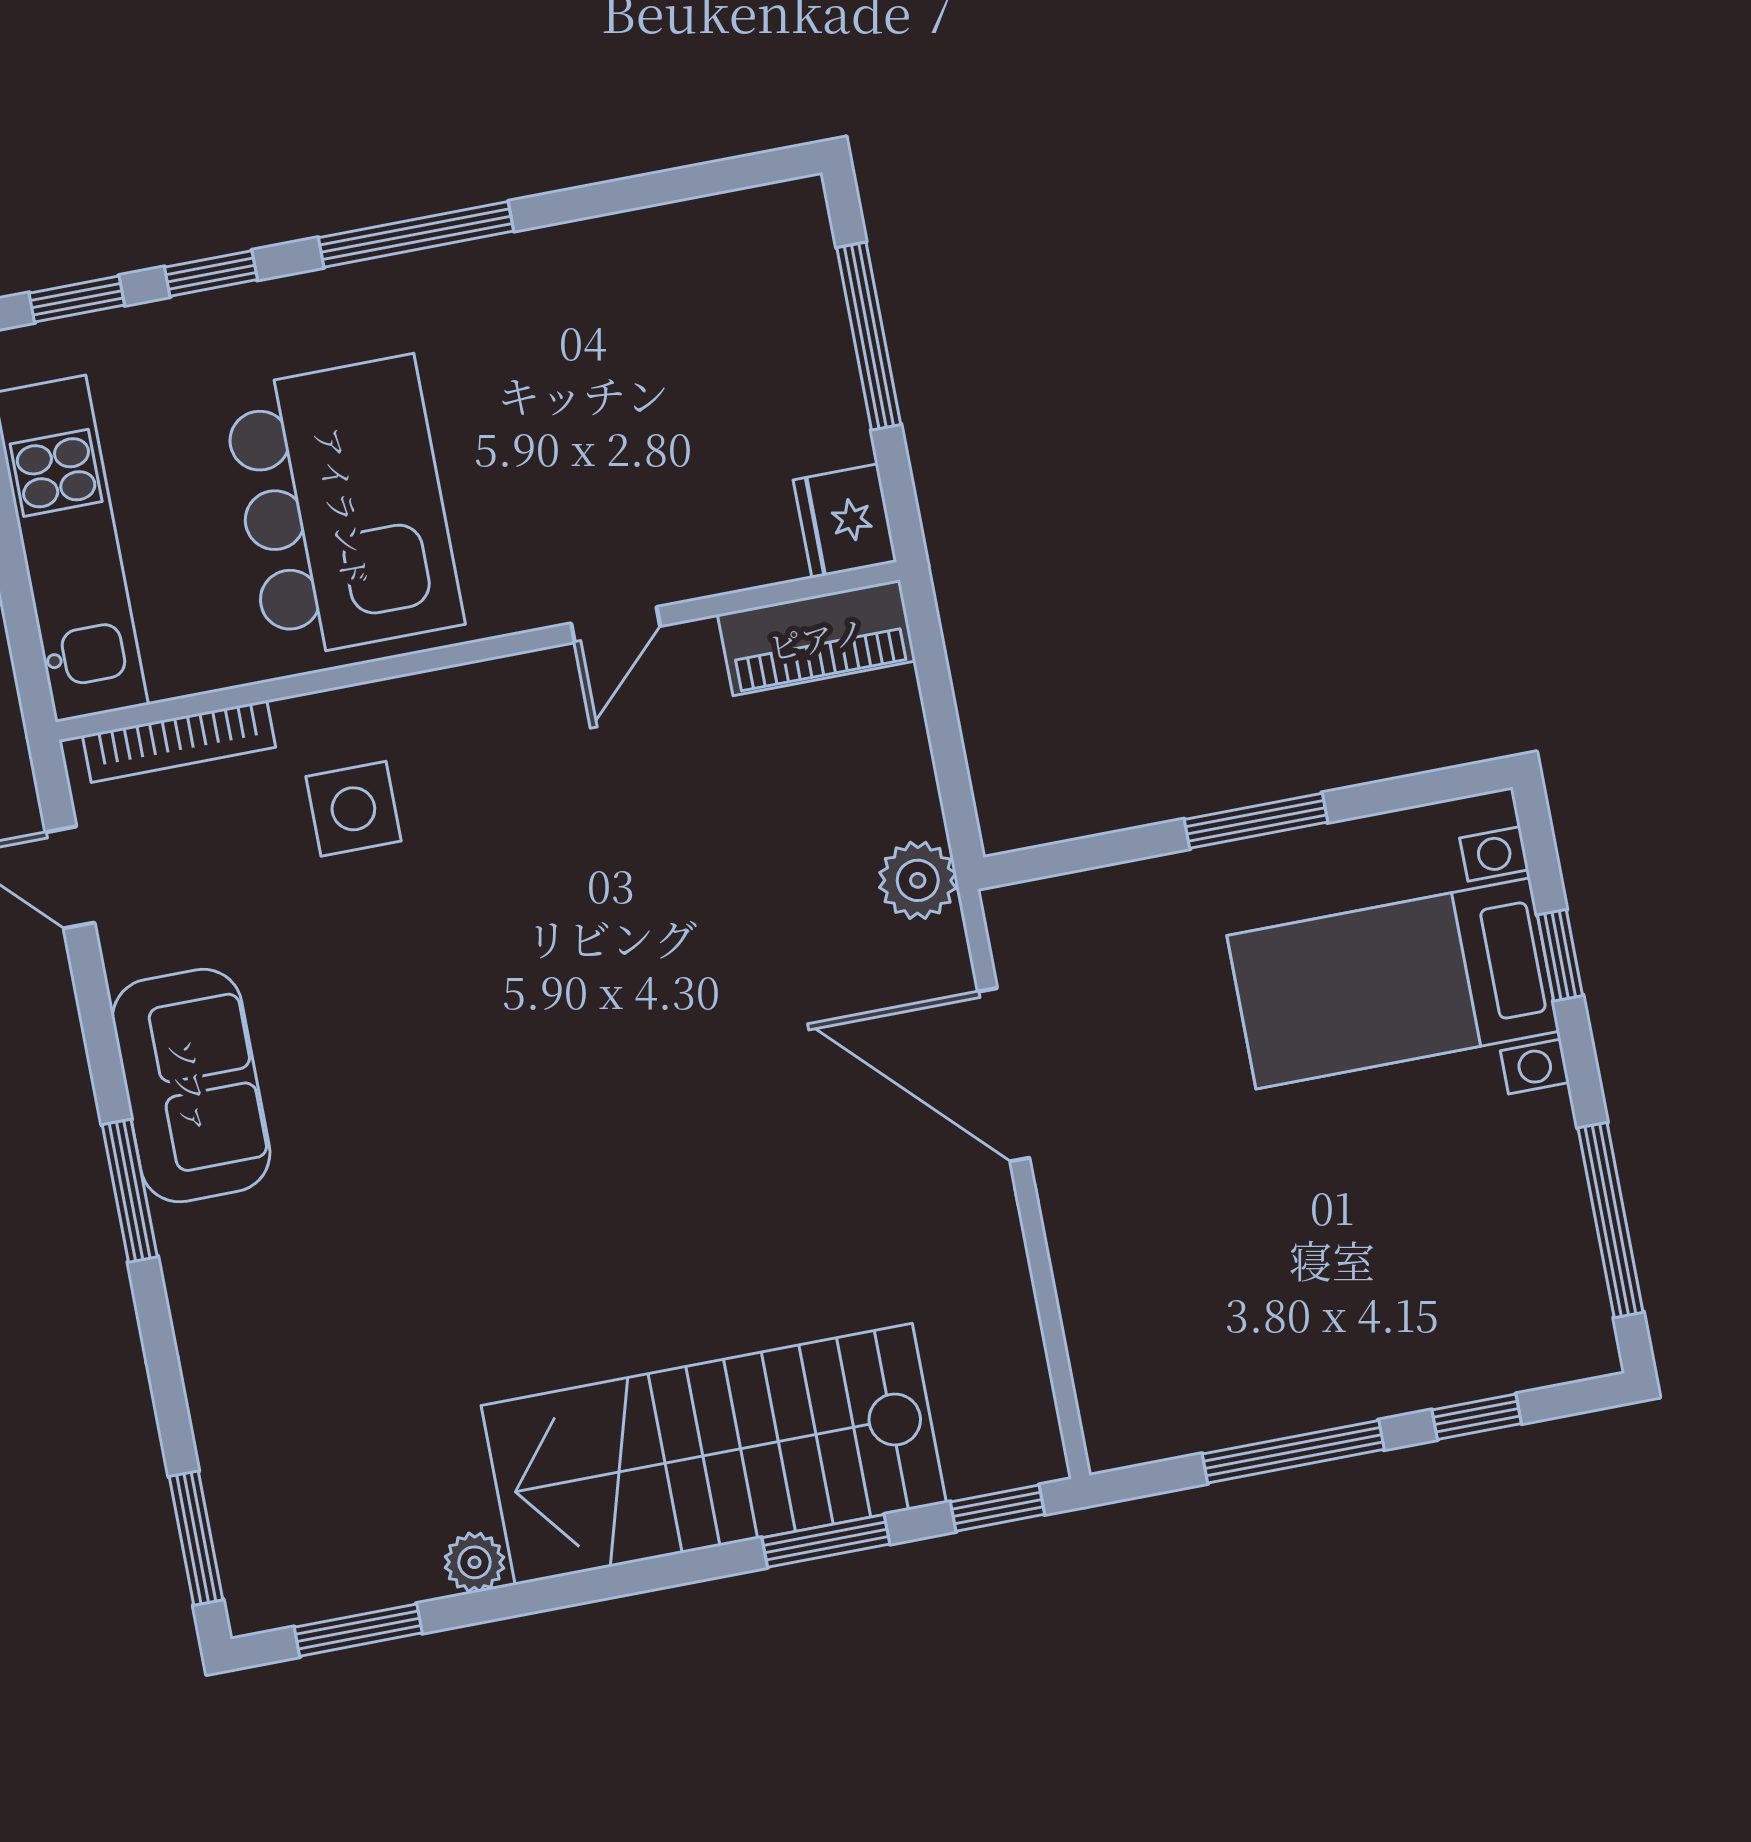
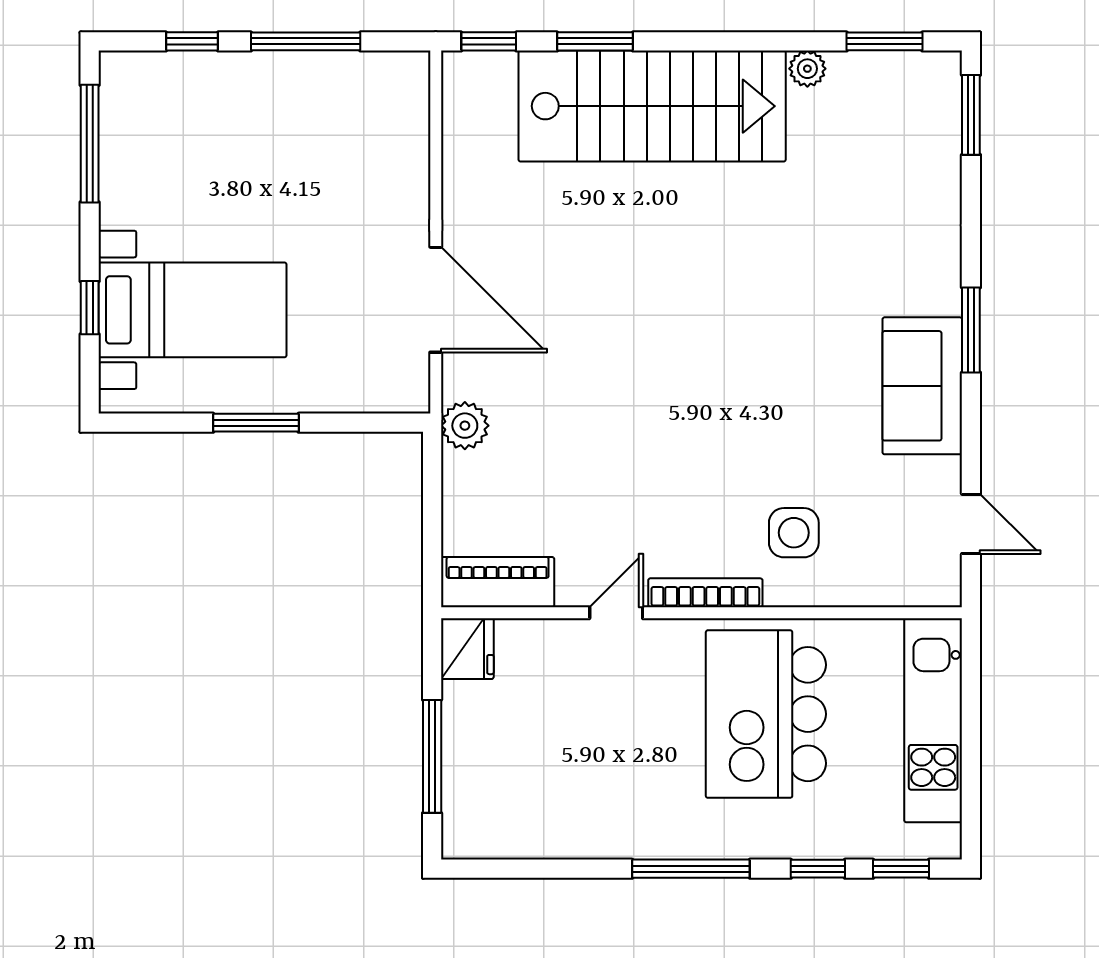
bookcase: (179, 741) -> (705, 593), moved

